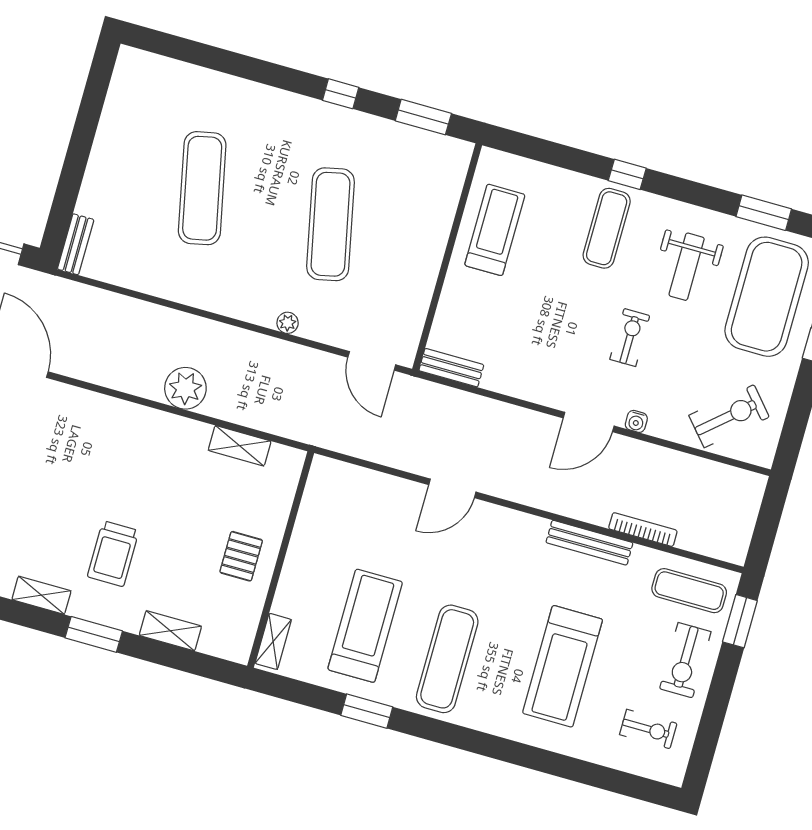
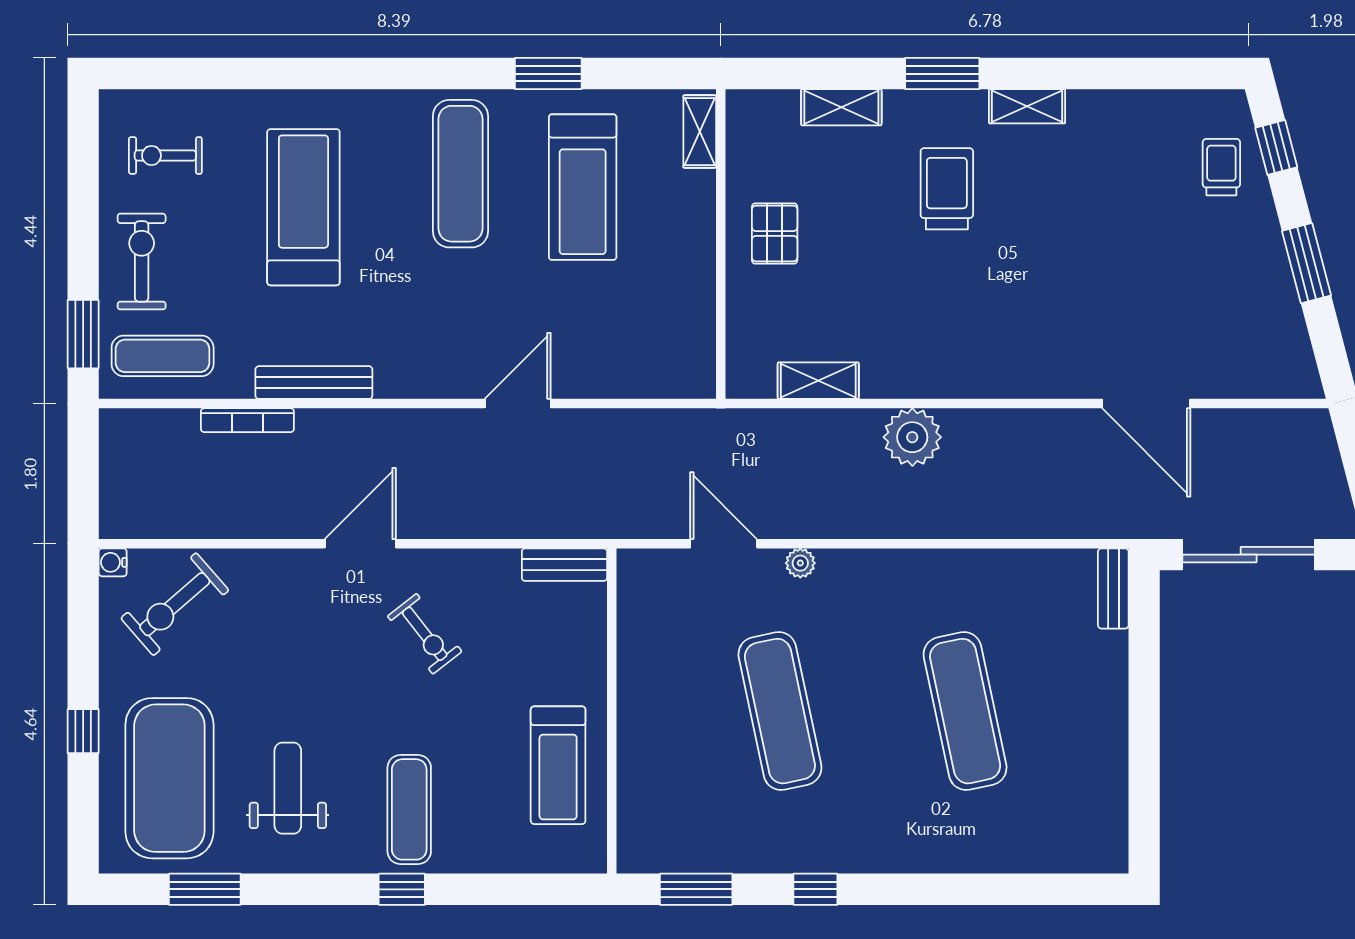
exercise bike: (630, 338) -> (425, 634), moved, turned -38
door: (372, 361) -> (723, 544), moved
water cooler: (636, 421) -> (113, 562), moved, turned -90

